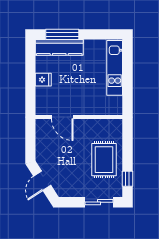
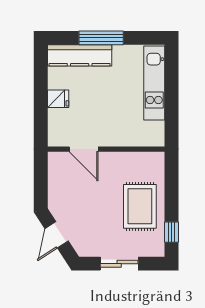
window: (62, 34) -> (101, 38), moved
sliding door: (99, 202) -> (119, 264), moved

